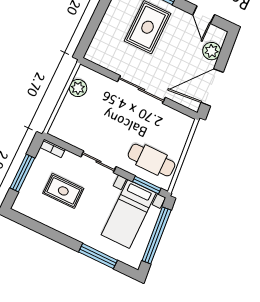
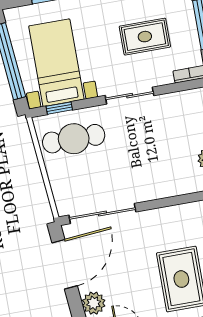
sliding door: (141, 90) -> (102, 214), moved
window: (147, 185) -> (59, 108), width x0.67

